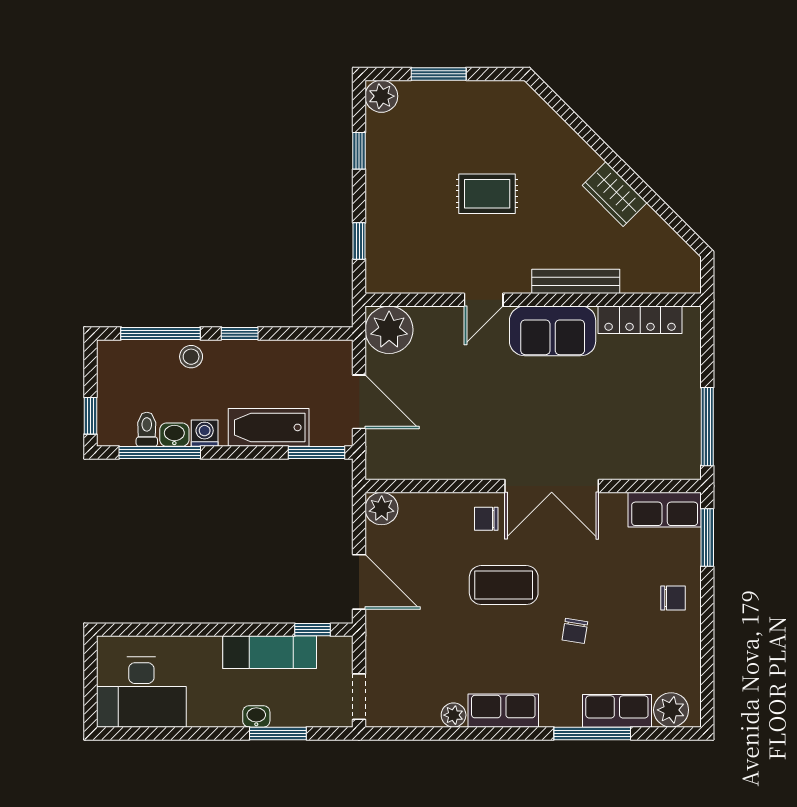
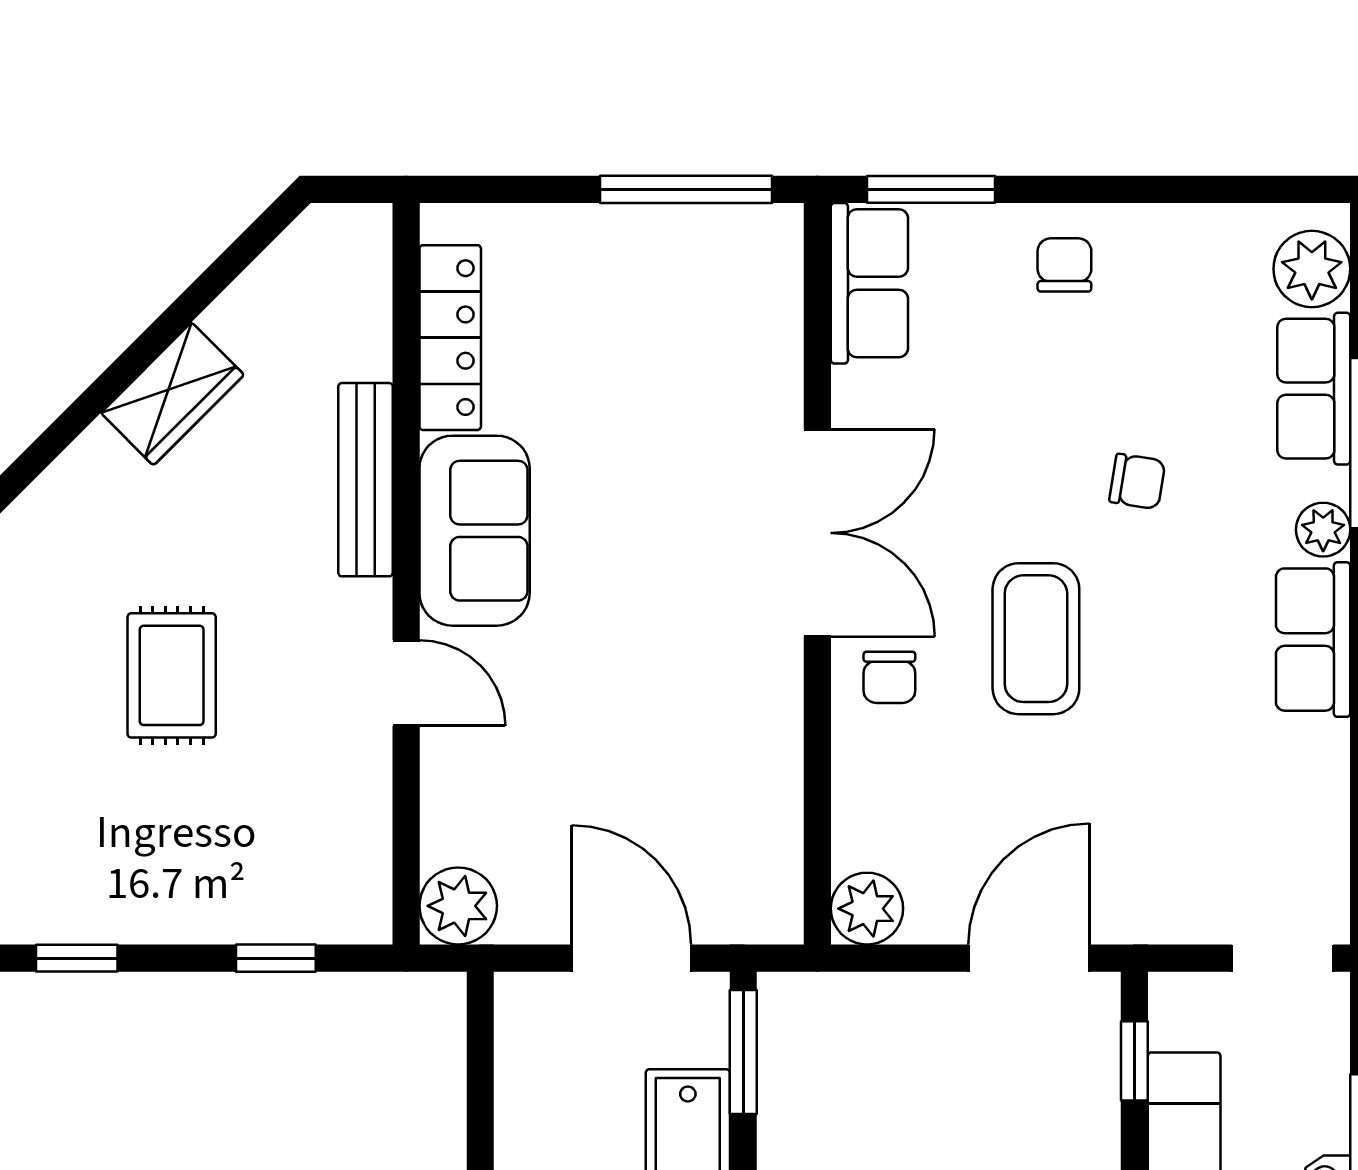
plant: (389, 330) -> (458, 906), width x0.73, depth x0.73
door: (359, 402) -> (632, 958), hinge flipped
plant: (454, 715) -> (1323, 530), moved

